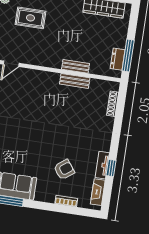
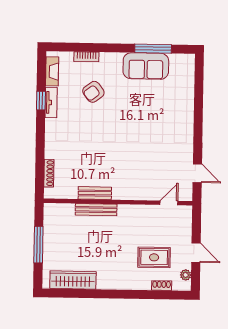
window: (128, 56) -> (38, 245), moved
dresser: (118, 59) -> (50, 224), removed
bench: (76, 66) -> (96, 210), width x1.36

